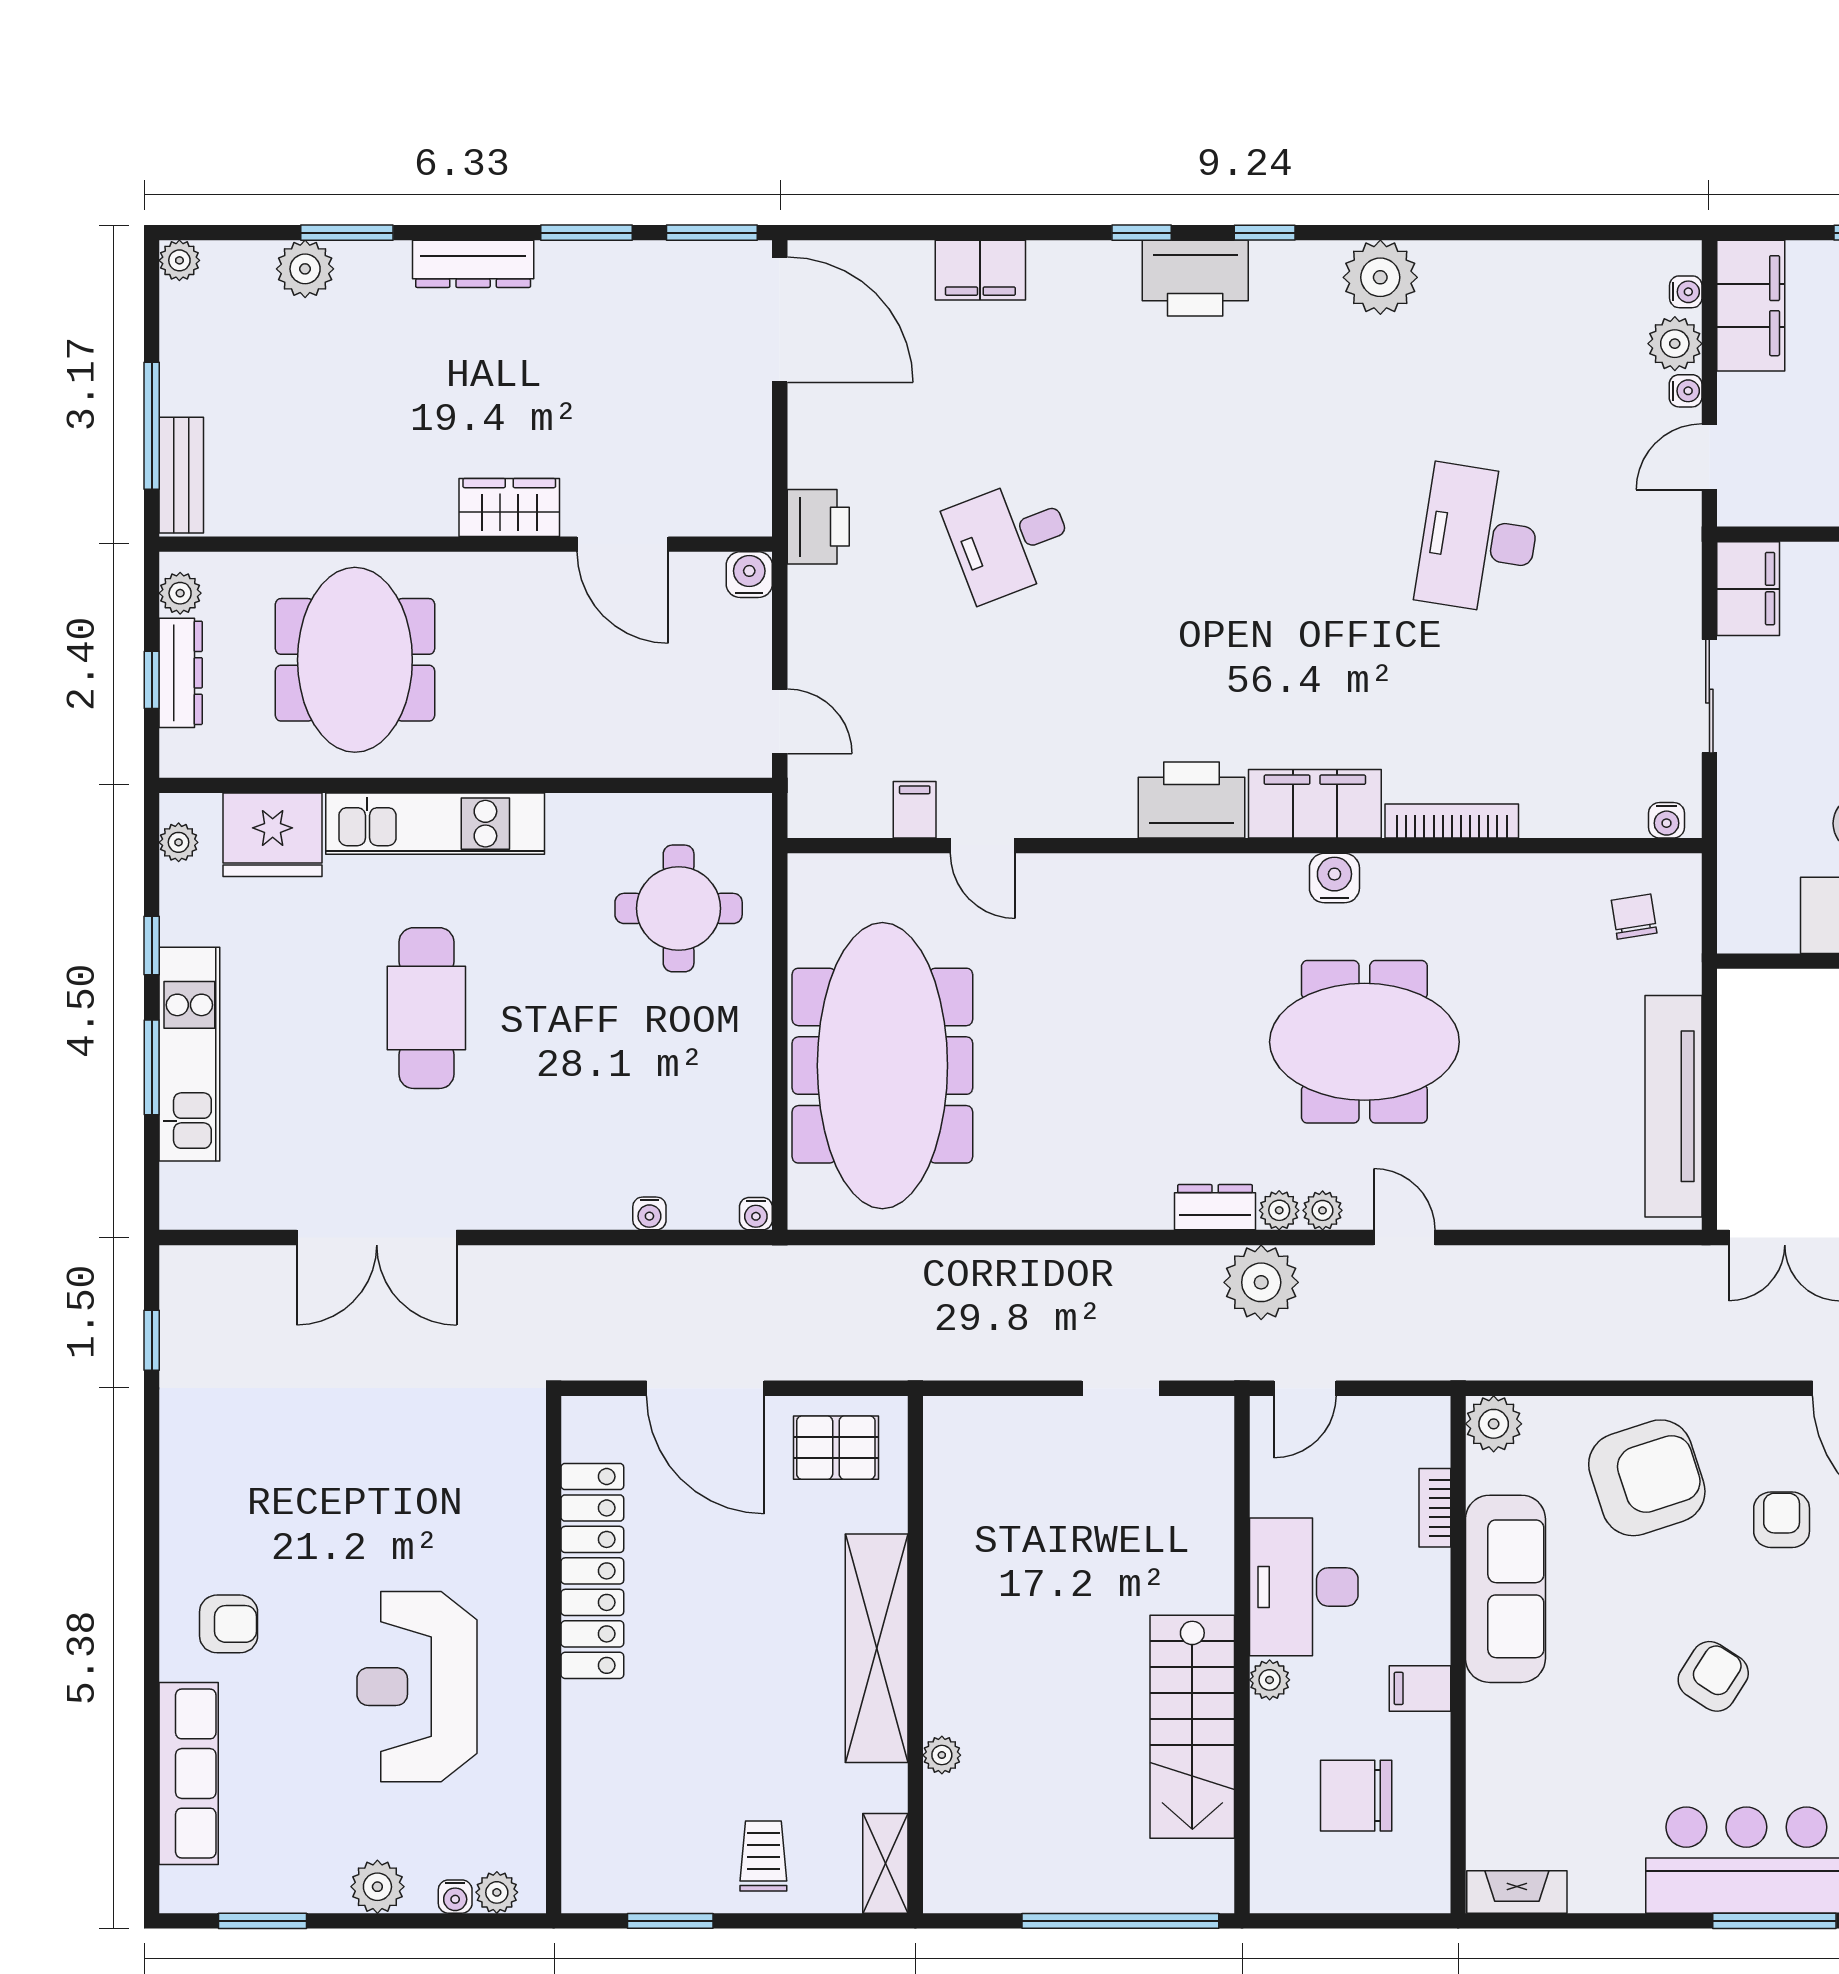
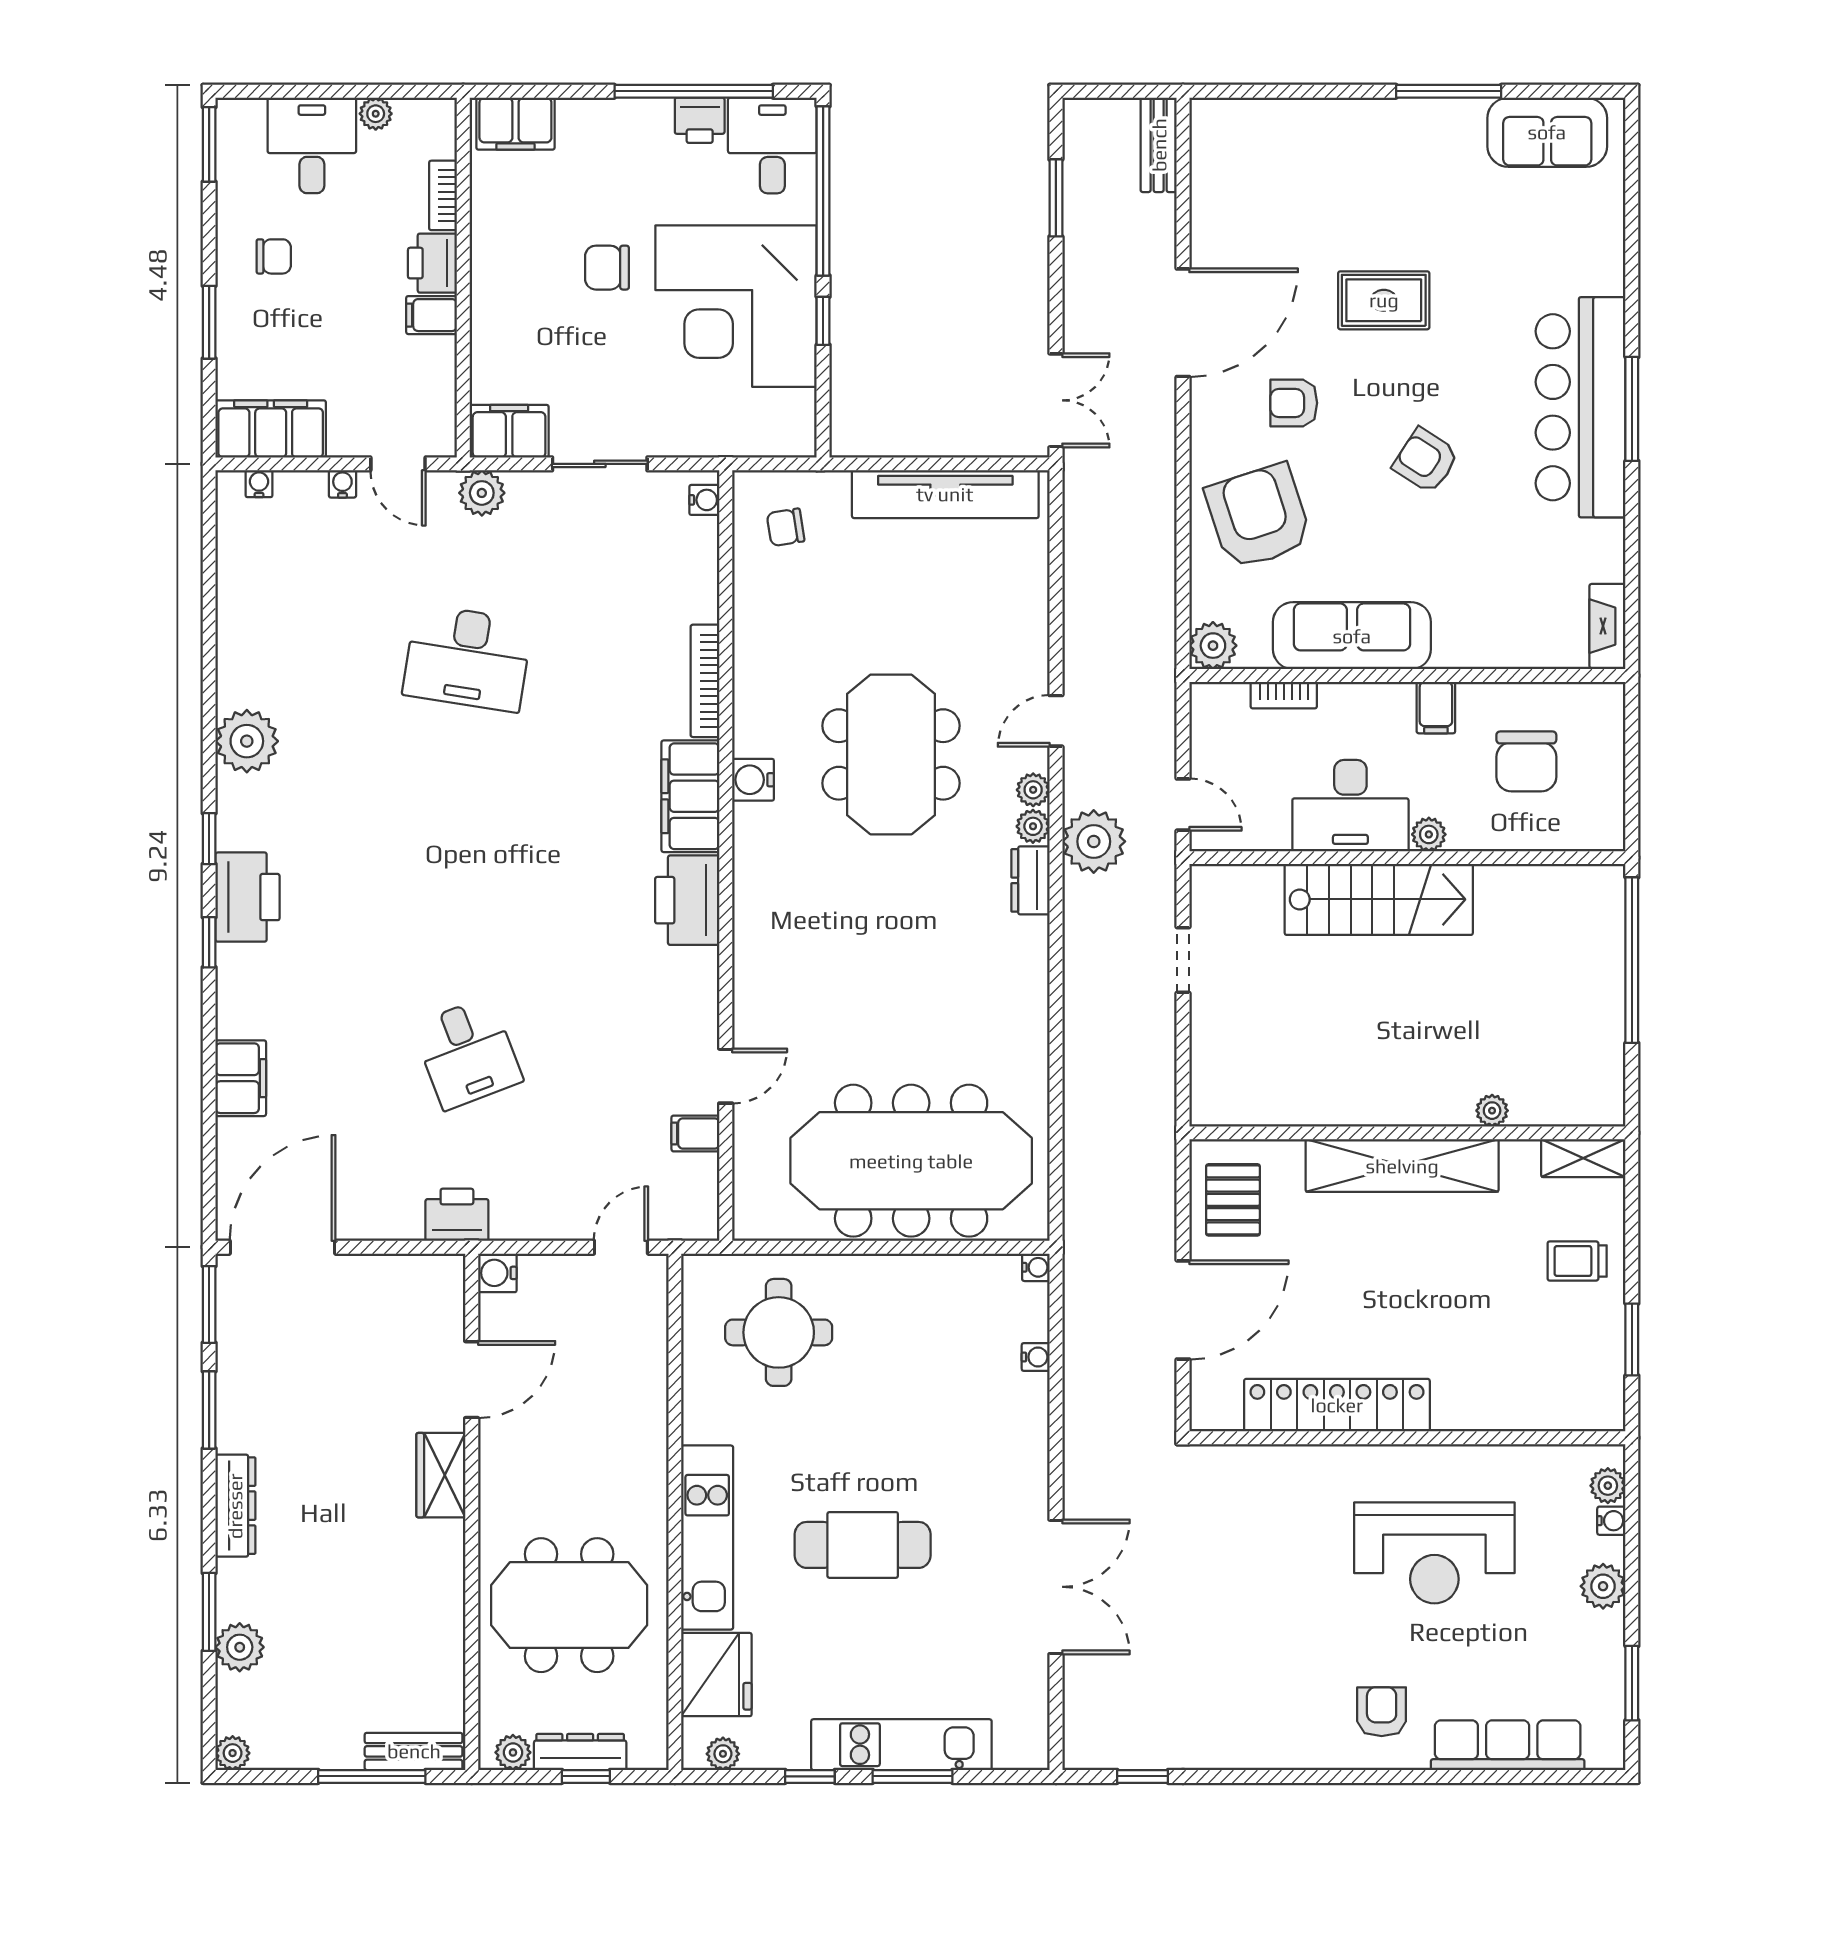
plant: (1675, 344) -> (482, 493), moved
stairs: (1192, 1727) -> (1379, 899), moved

